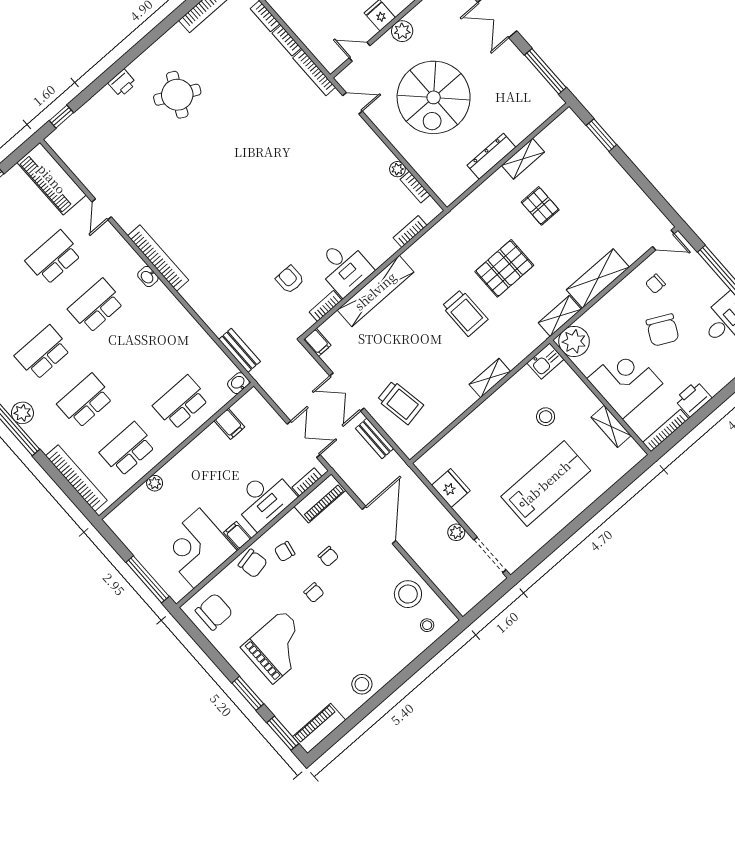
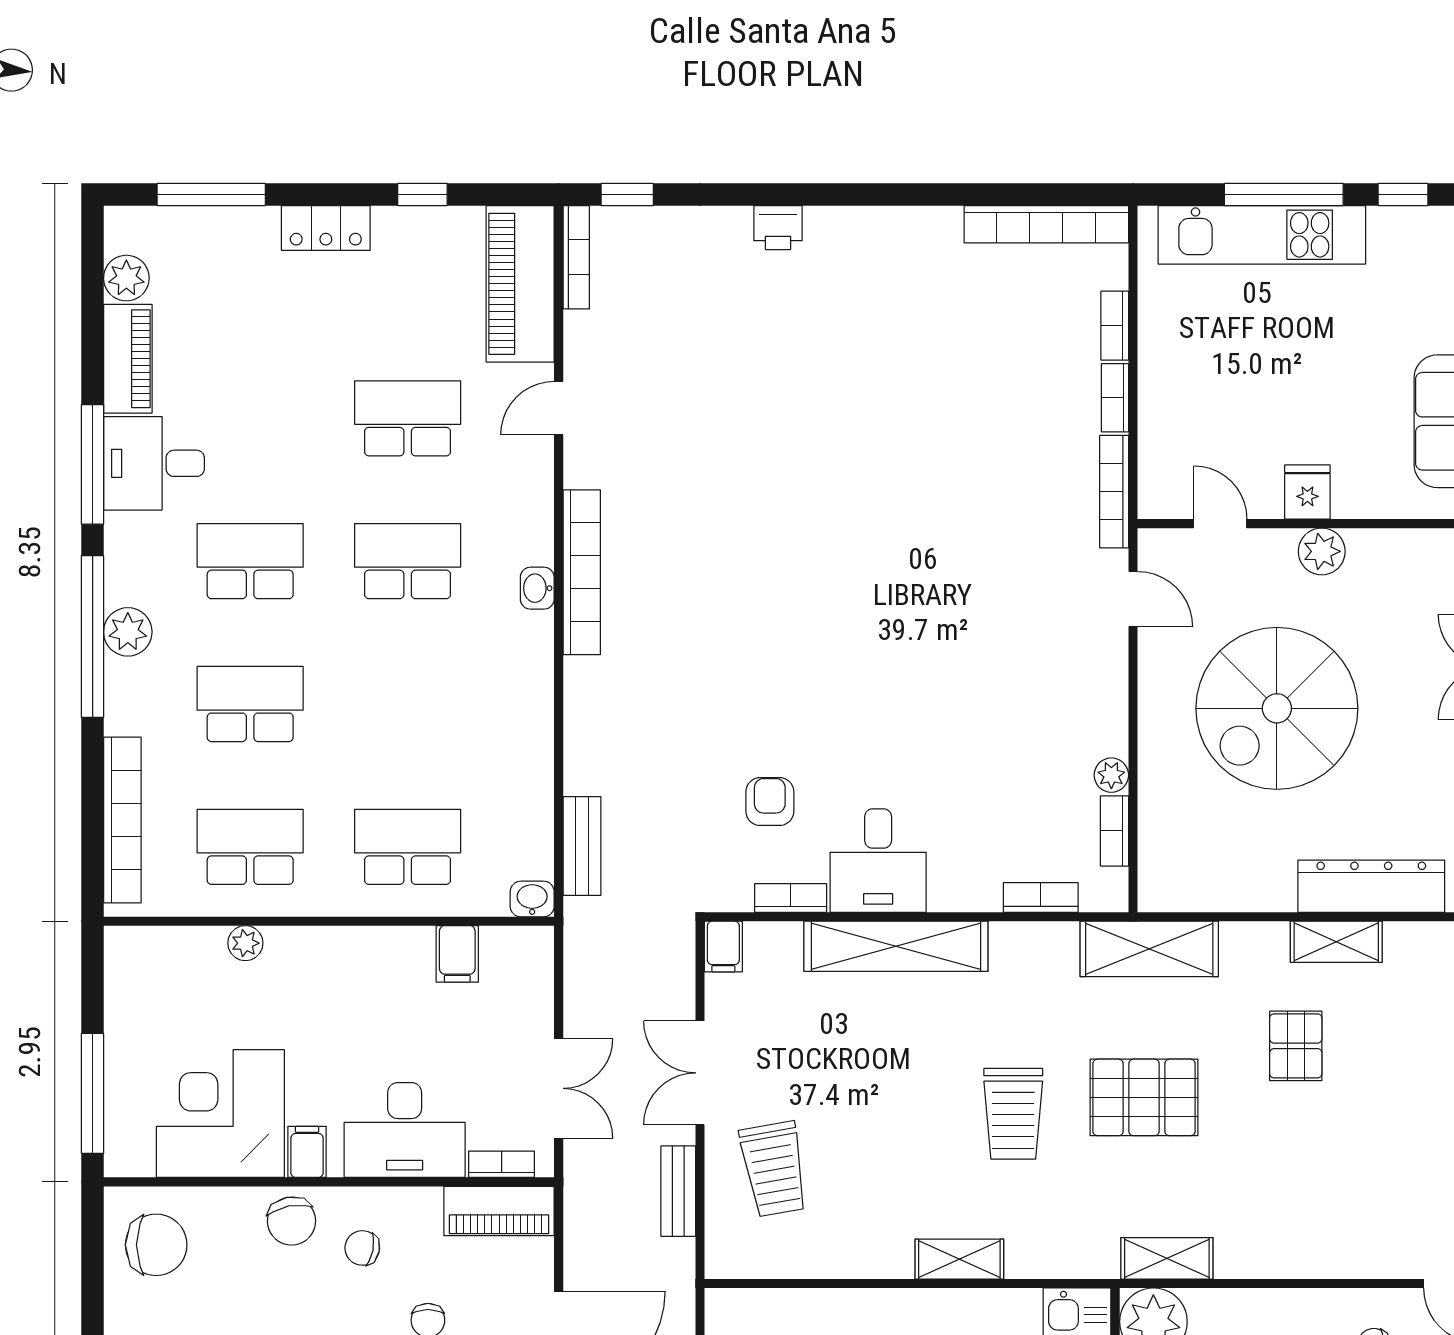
round table: (177, 95) -> (853, 328), removed
bookcase: (63, 153) -> (576, 257), added
dresser: (491, 156) -> (1371, 886), moved, width x1.37, depth x1.24
shelving: (598, 278) -> (1149, 949), moved

